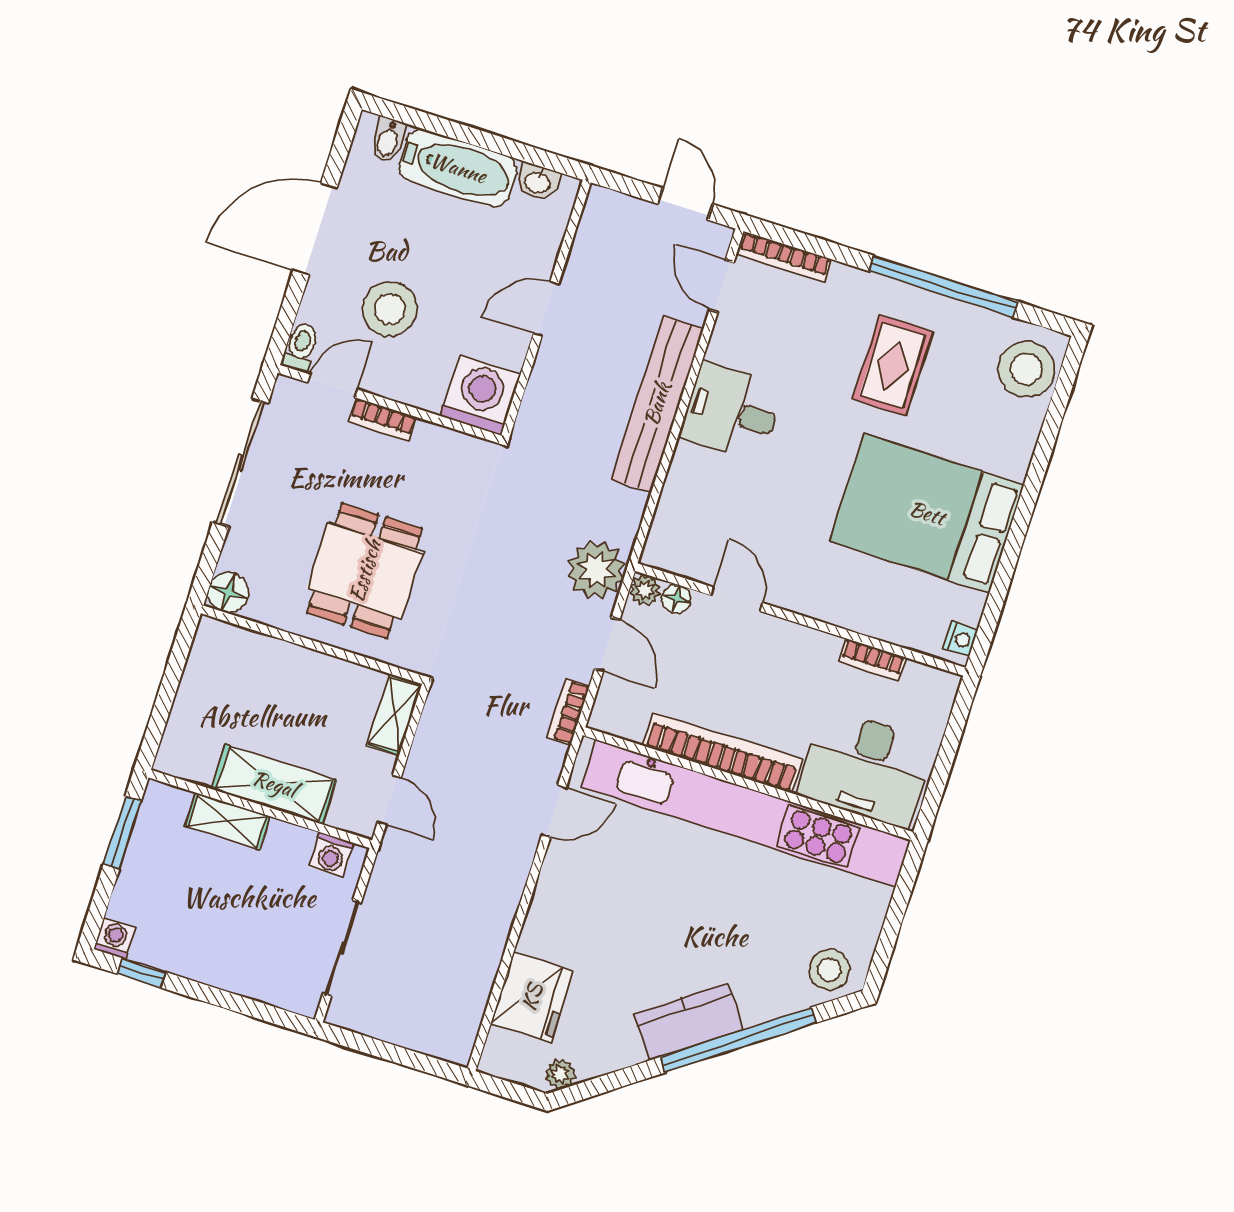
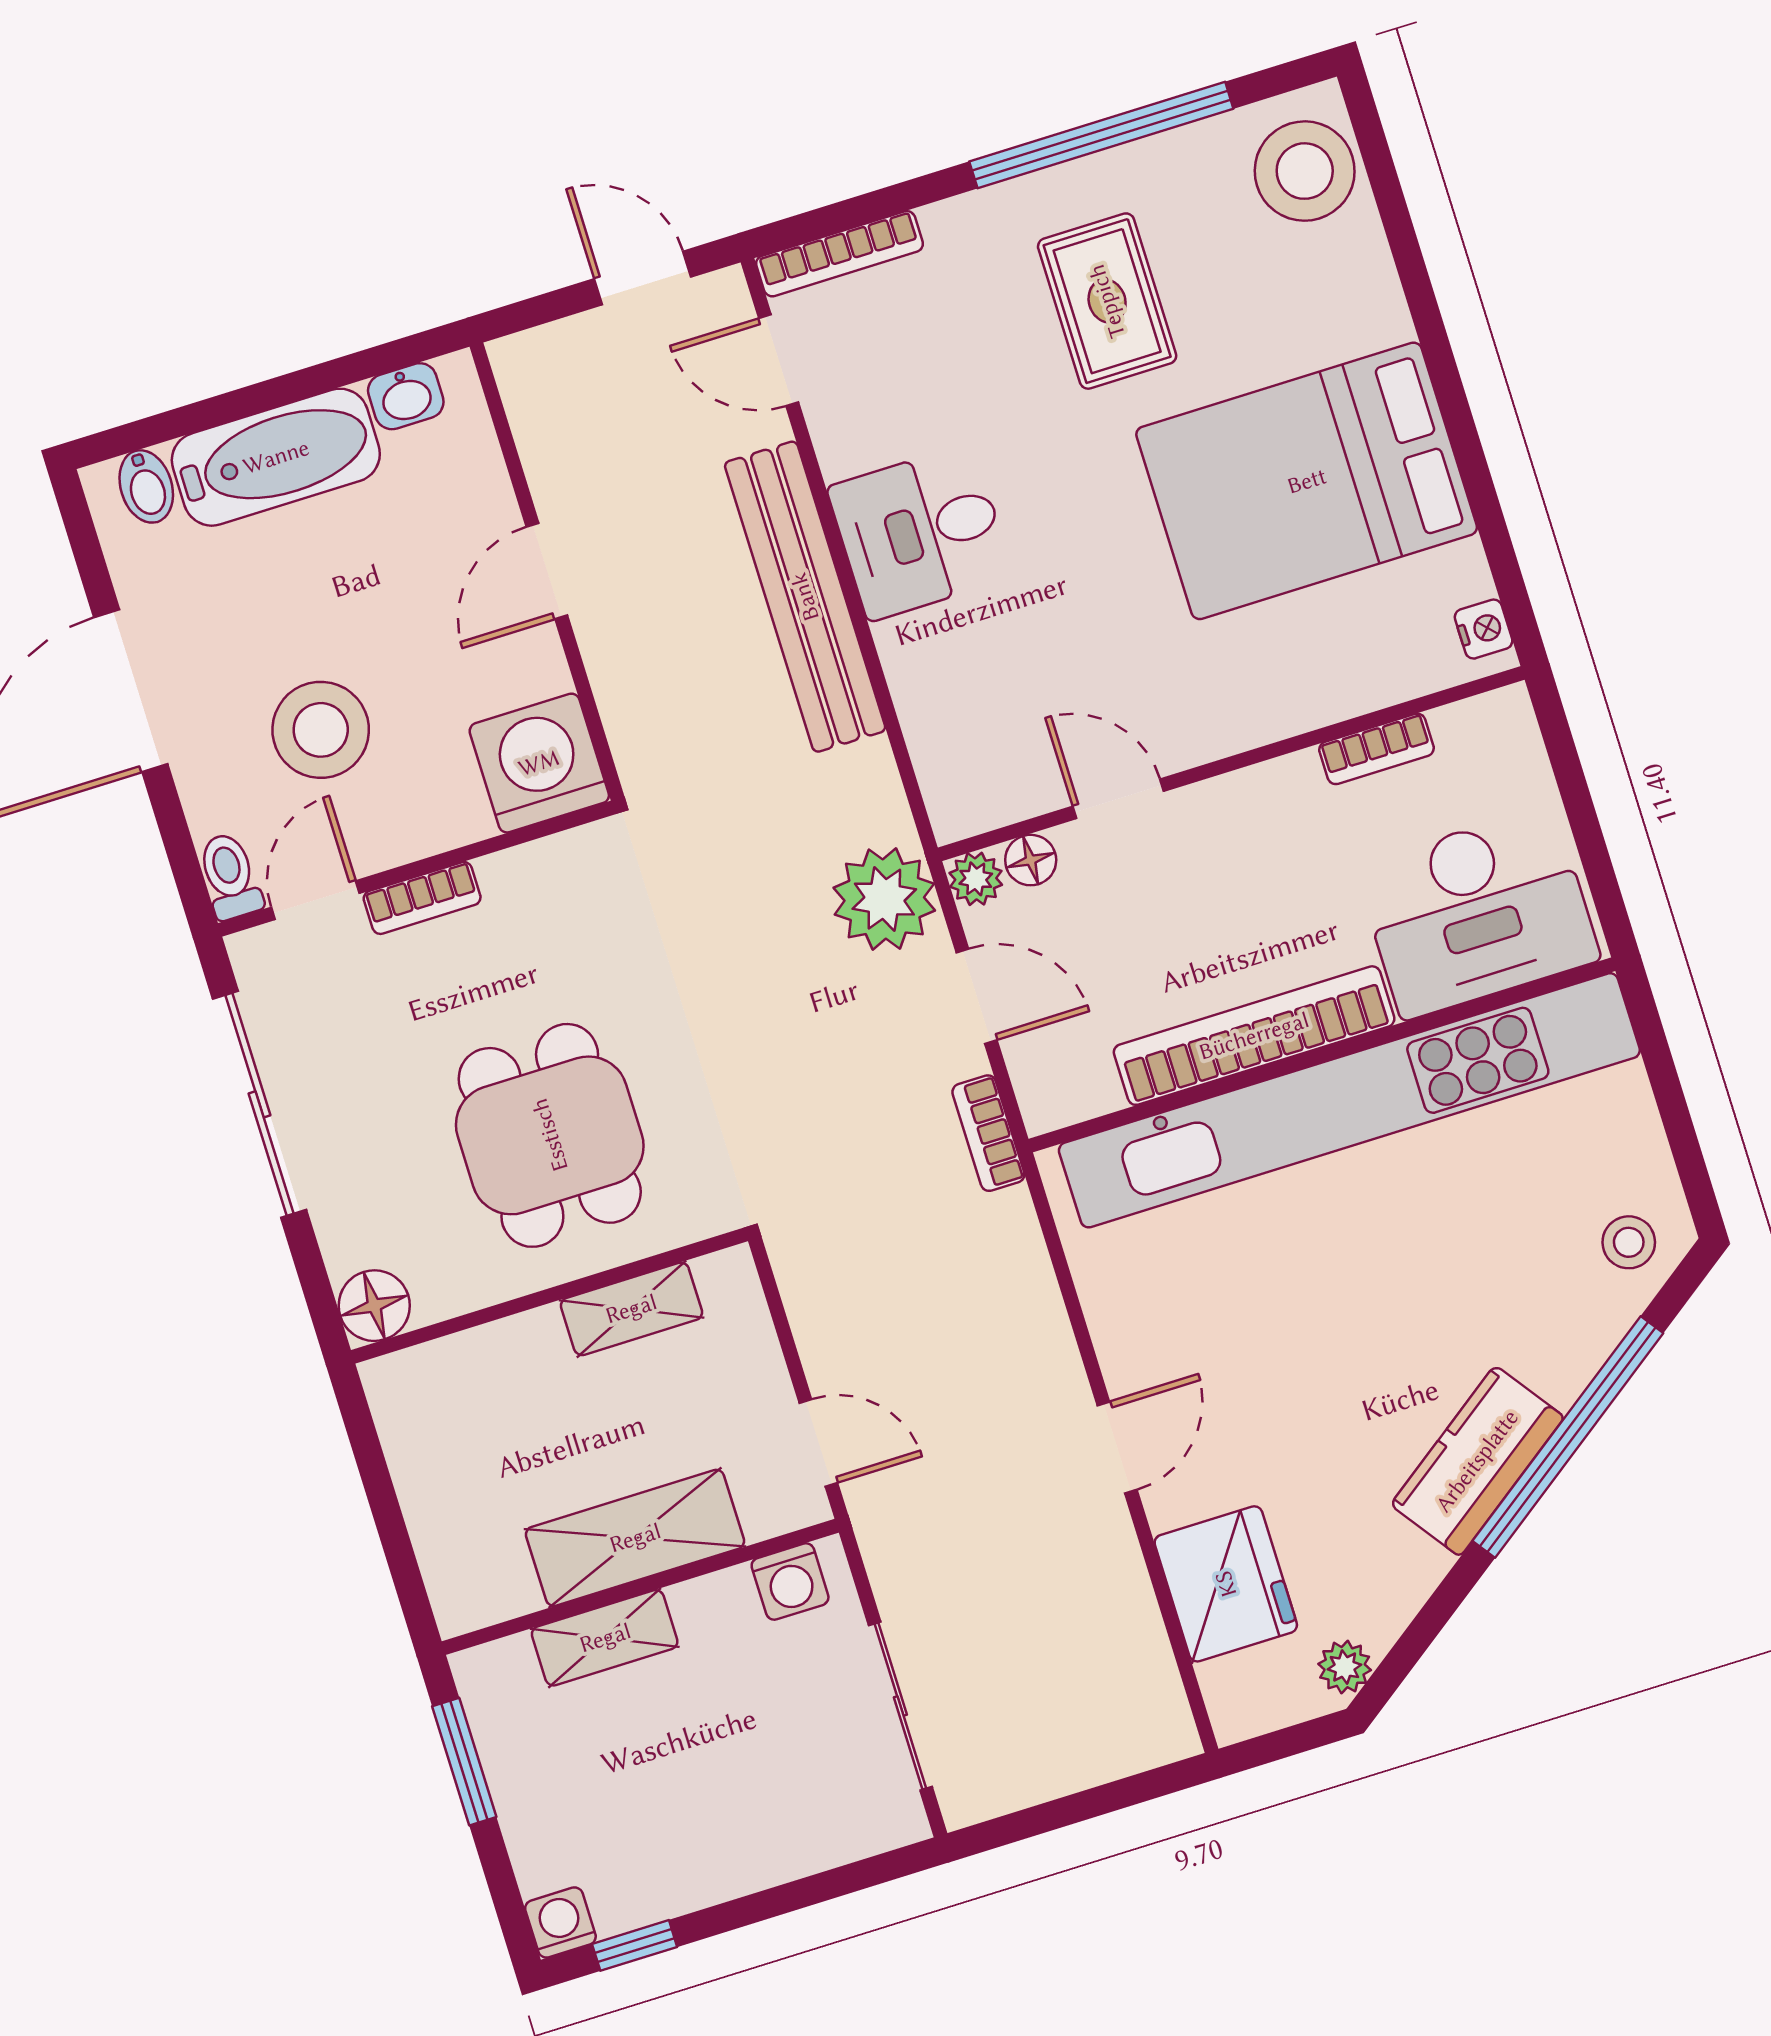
shelving: (395, 715) -> (631, 1309), moved, turned 90
door: (554, 811) -> (1117, 1448), moved
stool: (829, 970) -> (1629, 1242), width x0.73, depth x0.73

